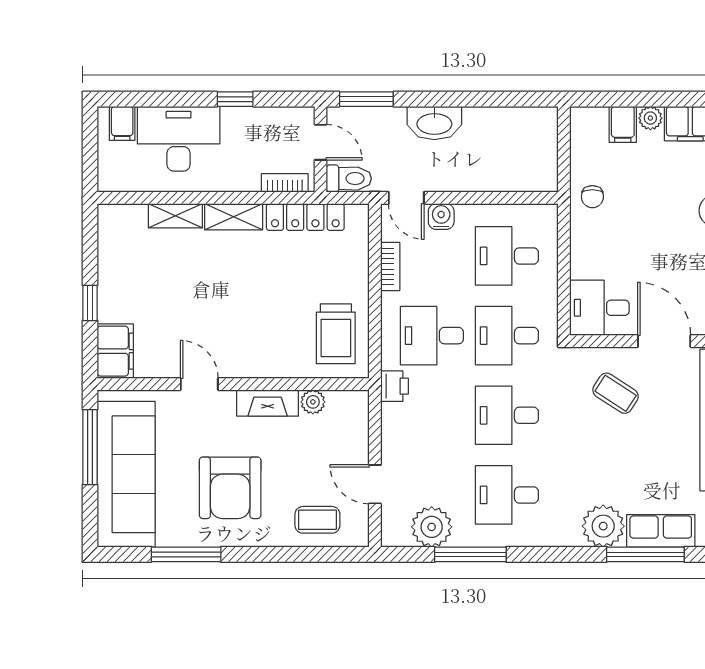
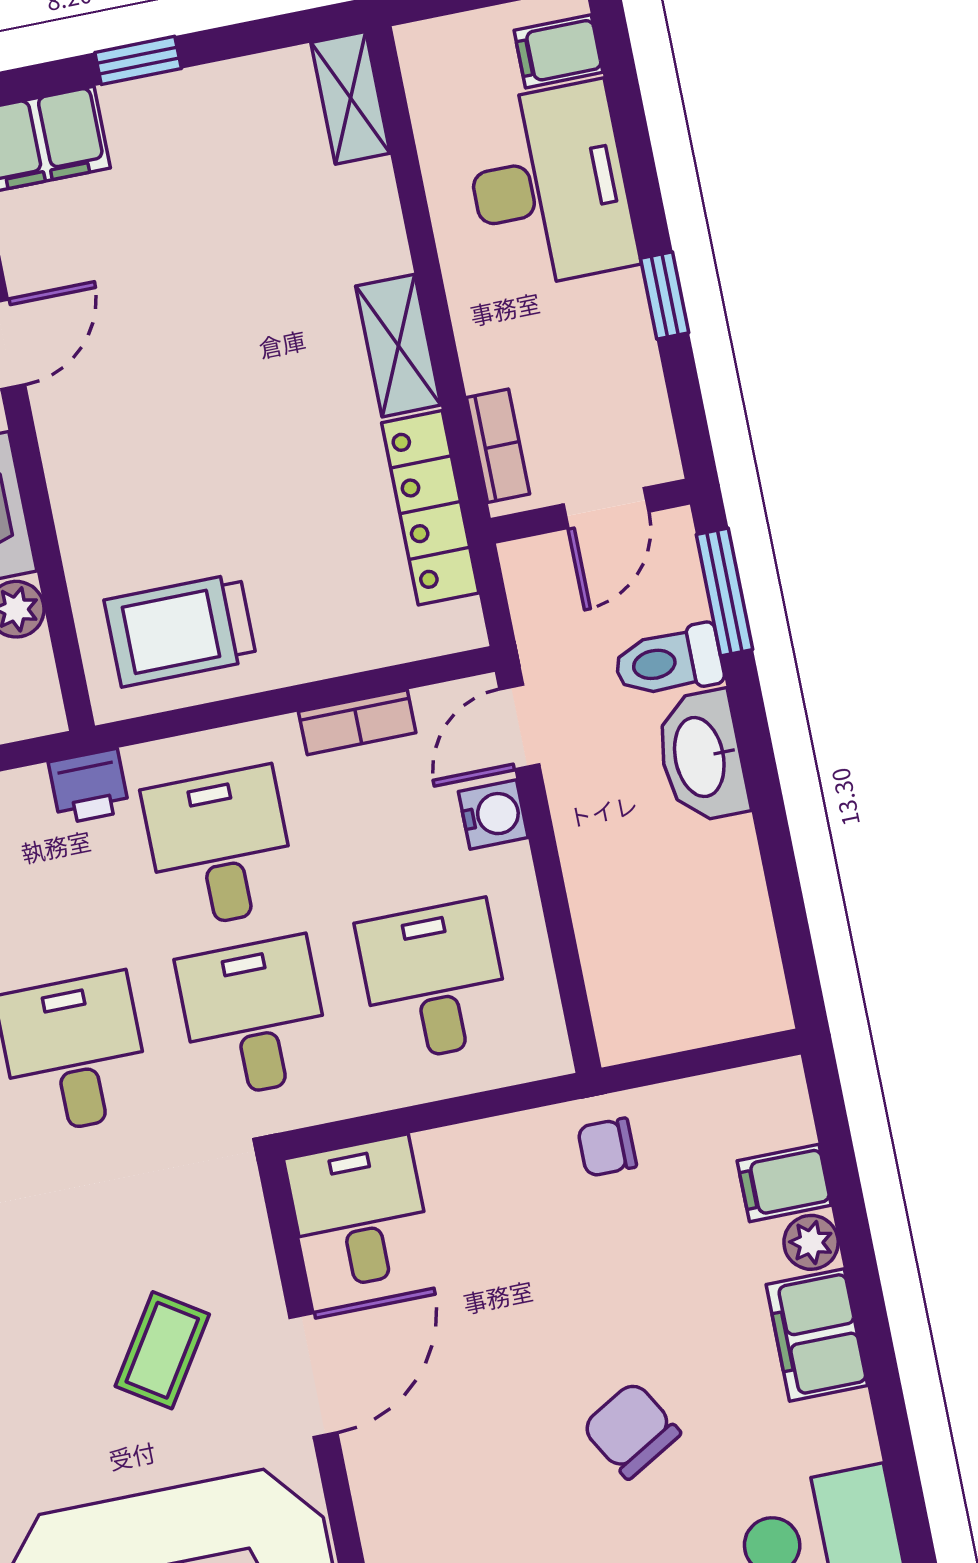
toilet: (349, 179) -> (669, 662), moved, turned 90
shelving: (175, 216) -> (351, 98), moved
coffee table: (616, 393) -> (162, 1350), moved

